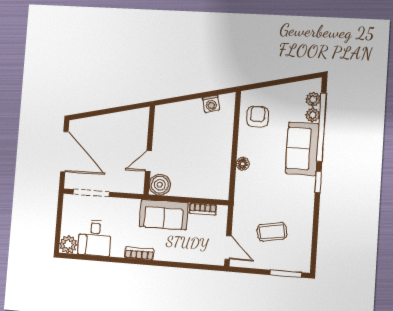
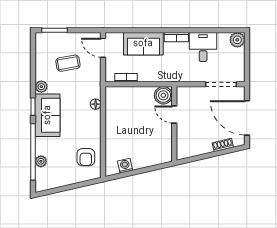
plant: (313, 99) -> (41, 87), moved
shoe rack: (95, 122) -> (223, 145), added
sofa: (302, 149) -> (48, 115), moved
door: (148, 161) -> (174, 114), swing flipped
floor lamp: (243, 164) -> (96, 104), moved
sofa: (164, 215) -> (143, 44), moved, turned 180
desk: (95, 238) -> (203, 47), moved

